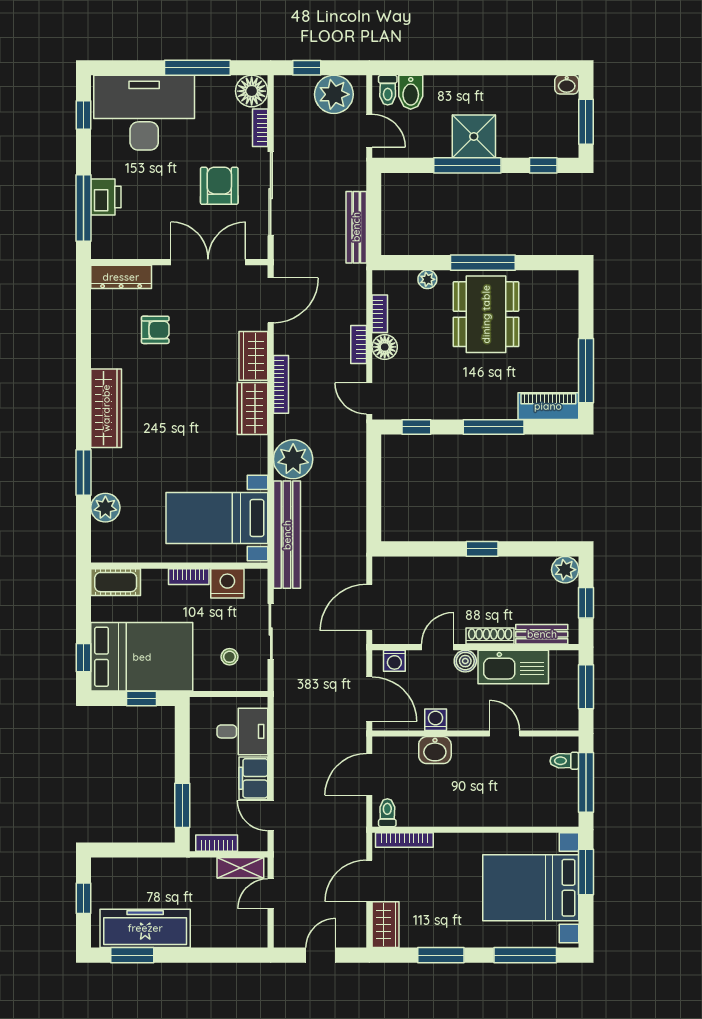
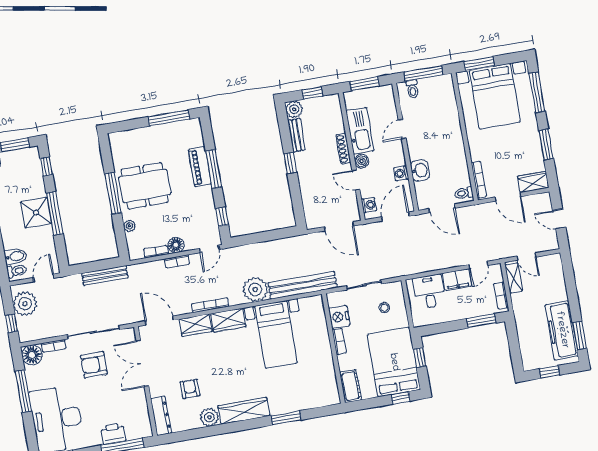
piano: (548, 406) -> (200, 167), moved
plant: (105, 508) -> (209, 417), moved
bed with nightstands: (217, 518) -> (276, 335), moved
bench: (542, 634) -> (296, 135), moved

